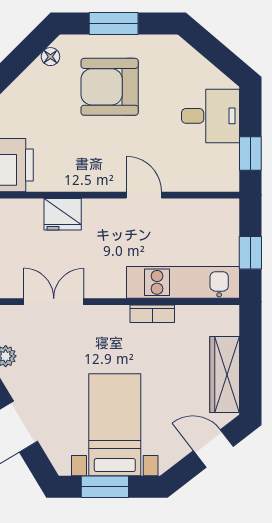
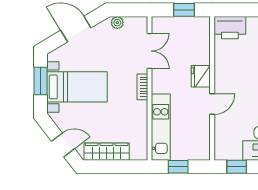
fridge: (63, 214) -> (201, 76), moved
bookcase: (152, 314) -> (142, 87), moved
door: (213, 448) -> (63, 145), hinge flipped

